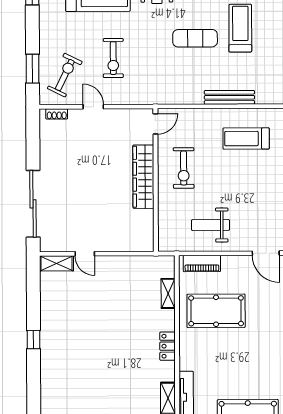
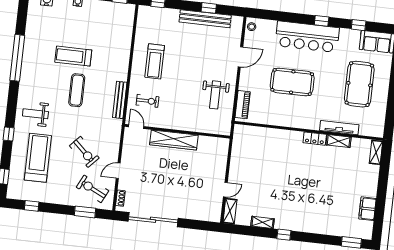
exercise bike: (113, 58) -> (84, 152), turned 43
bench: (229, 97) -> (120, 100), moved
exercise bike: (184, 168) -> (147, 101), moved, width x0.73, depth x0.72
sliding door: (33, 204) -> (153, 220), moved
shelving: (168, 293) -> (263, 222), moved
pool table: (216, 311) -> (292, 82), moved, turned 90
locker: (167, 346) -> (315, 139), moved

